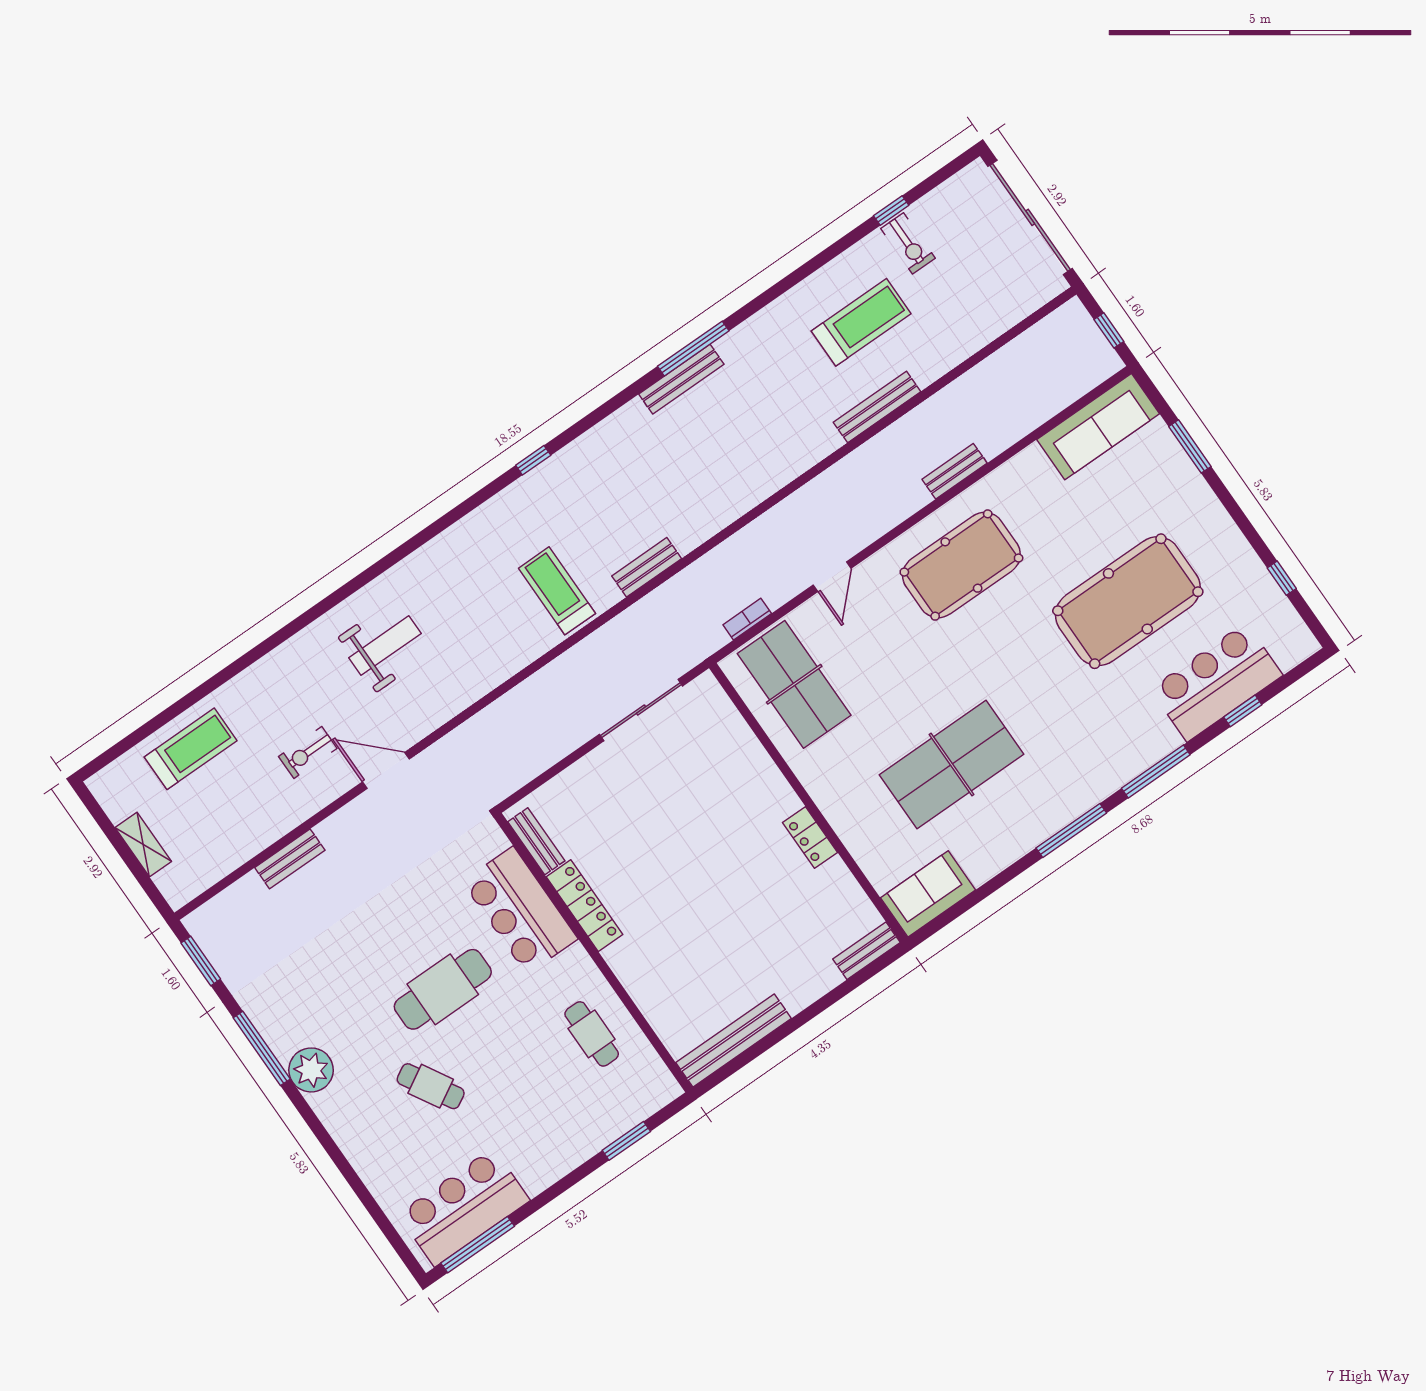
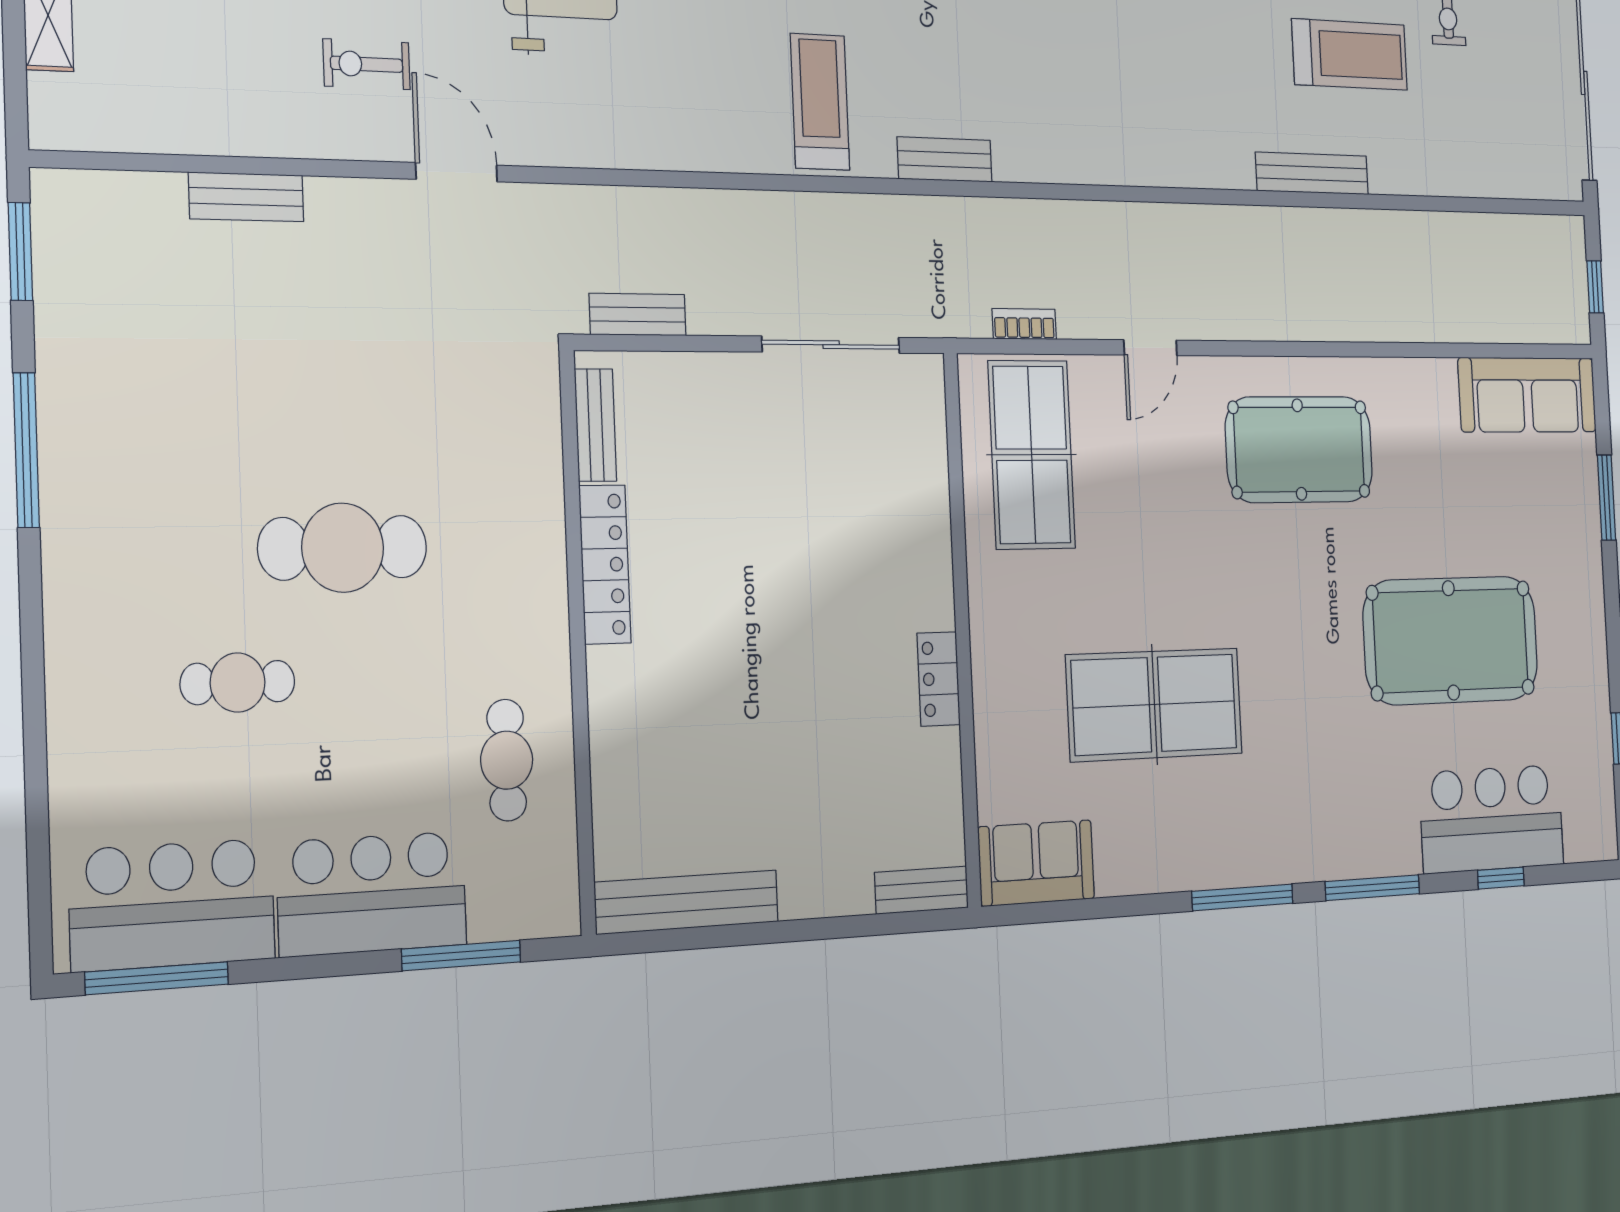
bench: (955, 471) -> (638, 315), moved
bar counter: (520, 910) -> (372, 894), moved, turned 90
plant: (311, 1070) -> (79, 535), removed
cafe table: (431, 1086) -> (238, 683), turned -60
window: (626, 1141) -> (461, 956), width x1.44

